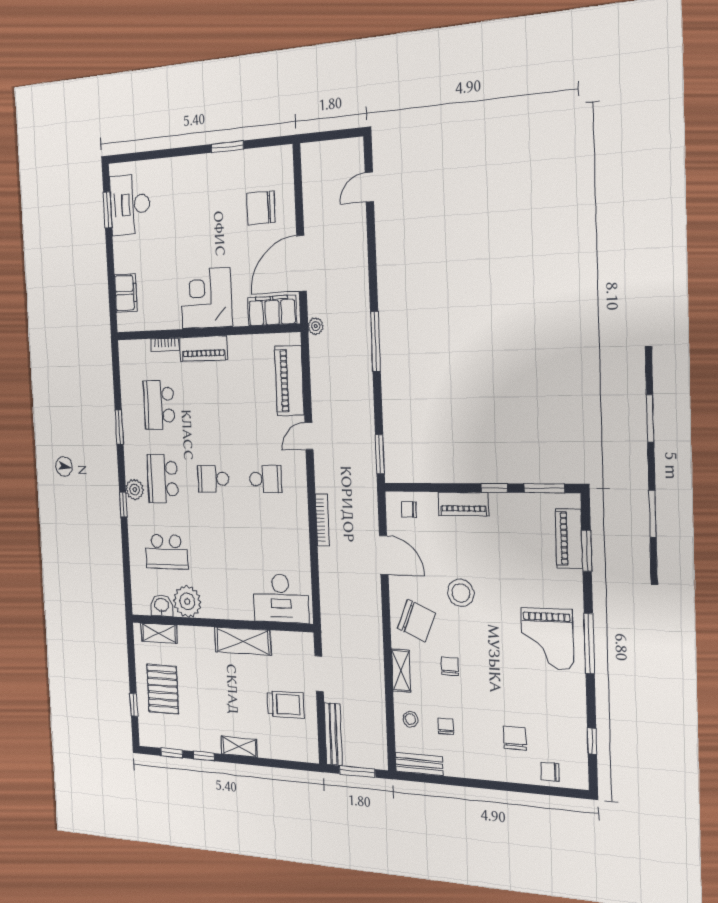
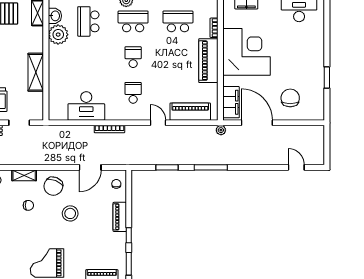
corner desk: (206, 298) -> (247, 52), width x1.36, depth x1.36
piano: (203, 349) -> (208, 61), width x1.37, depth x1.33
window: (380, 454) -> (167, 167), moved
school desk: (266, 479) -> (133, 93), turned 180
desk: (281, 598) -> (86, 106), moved, turned -90

